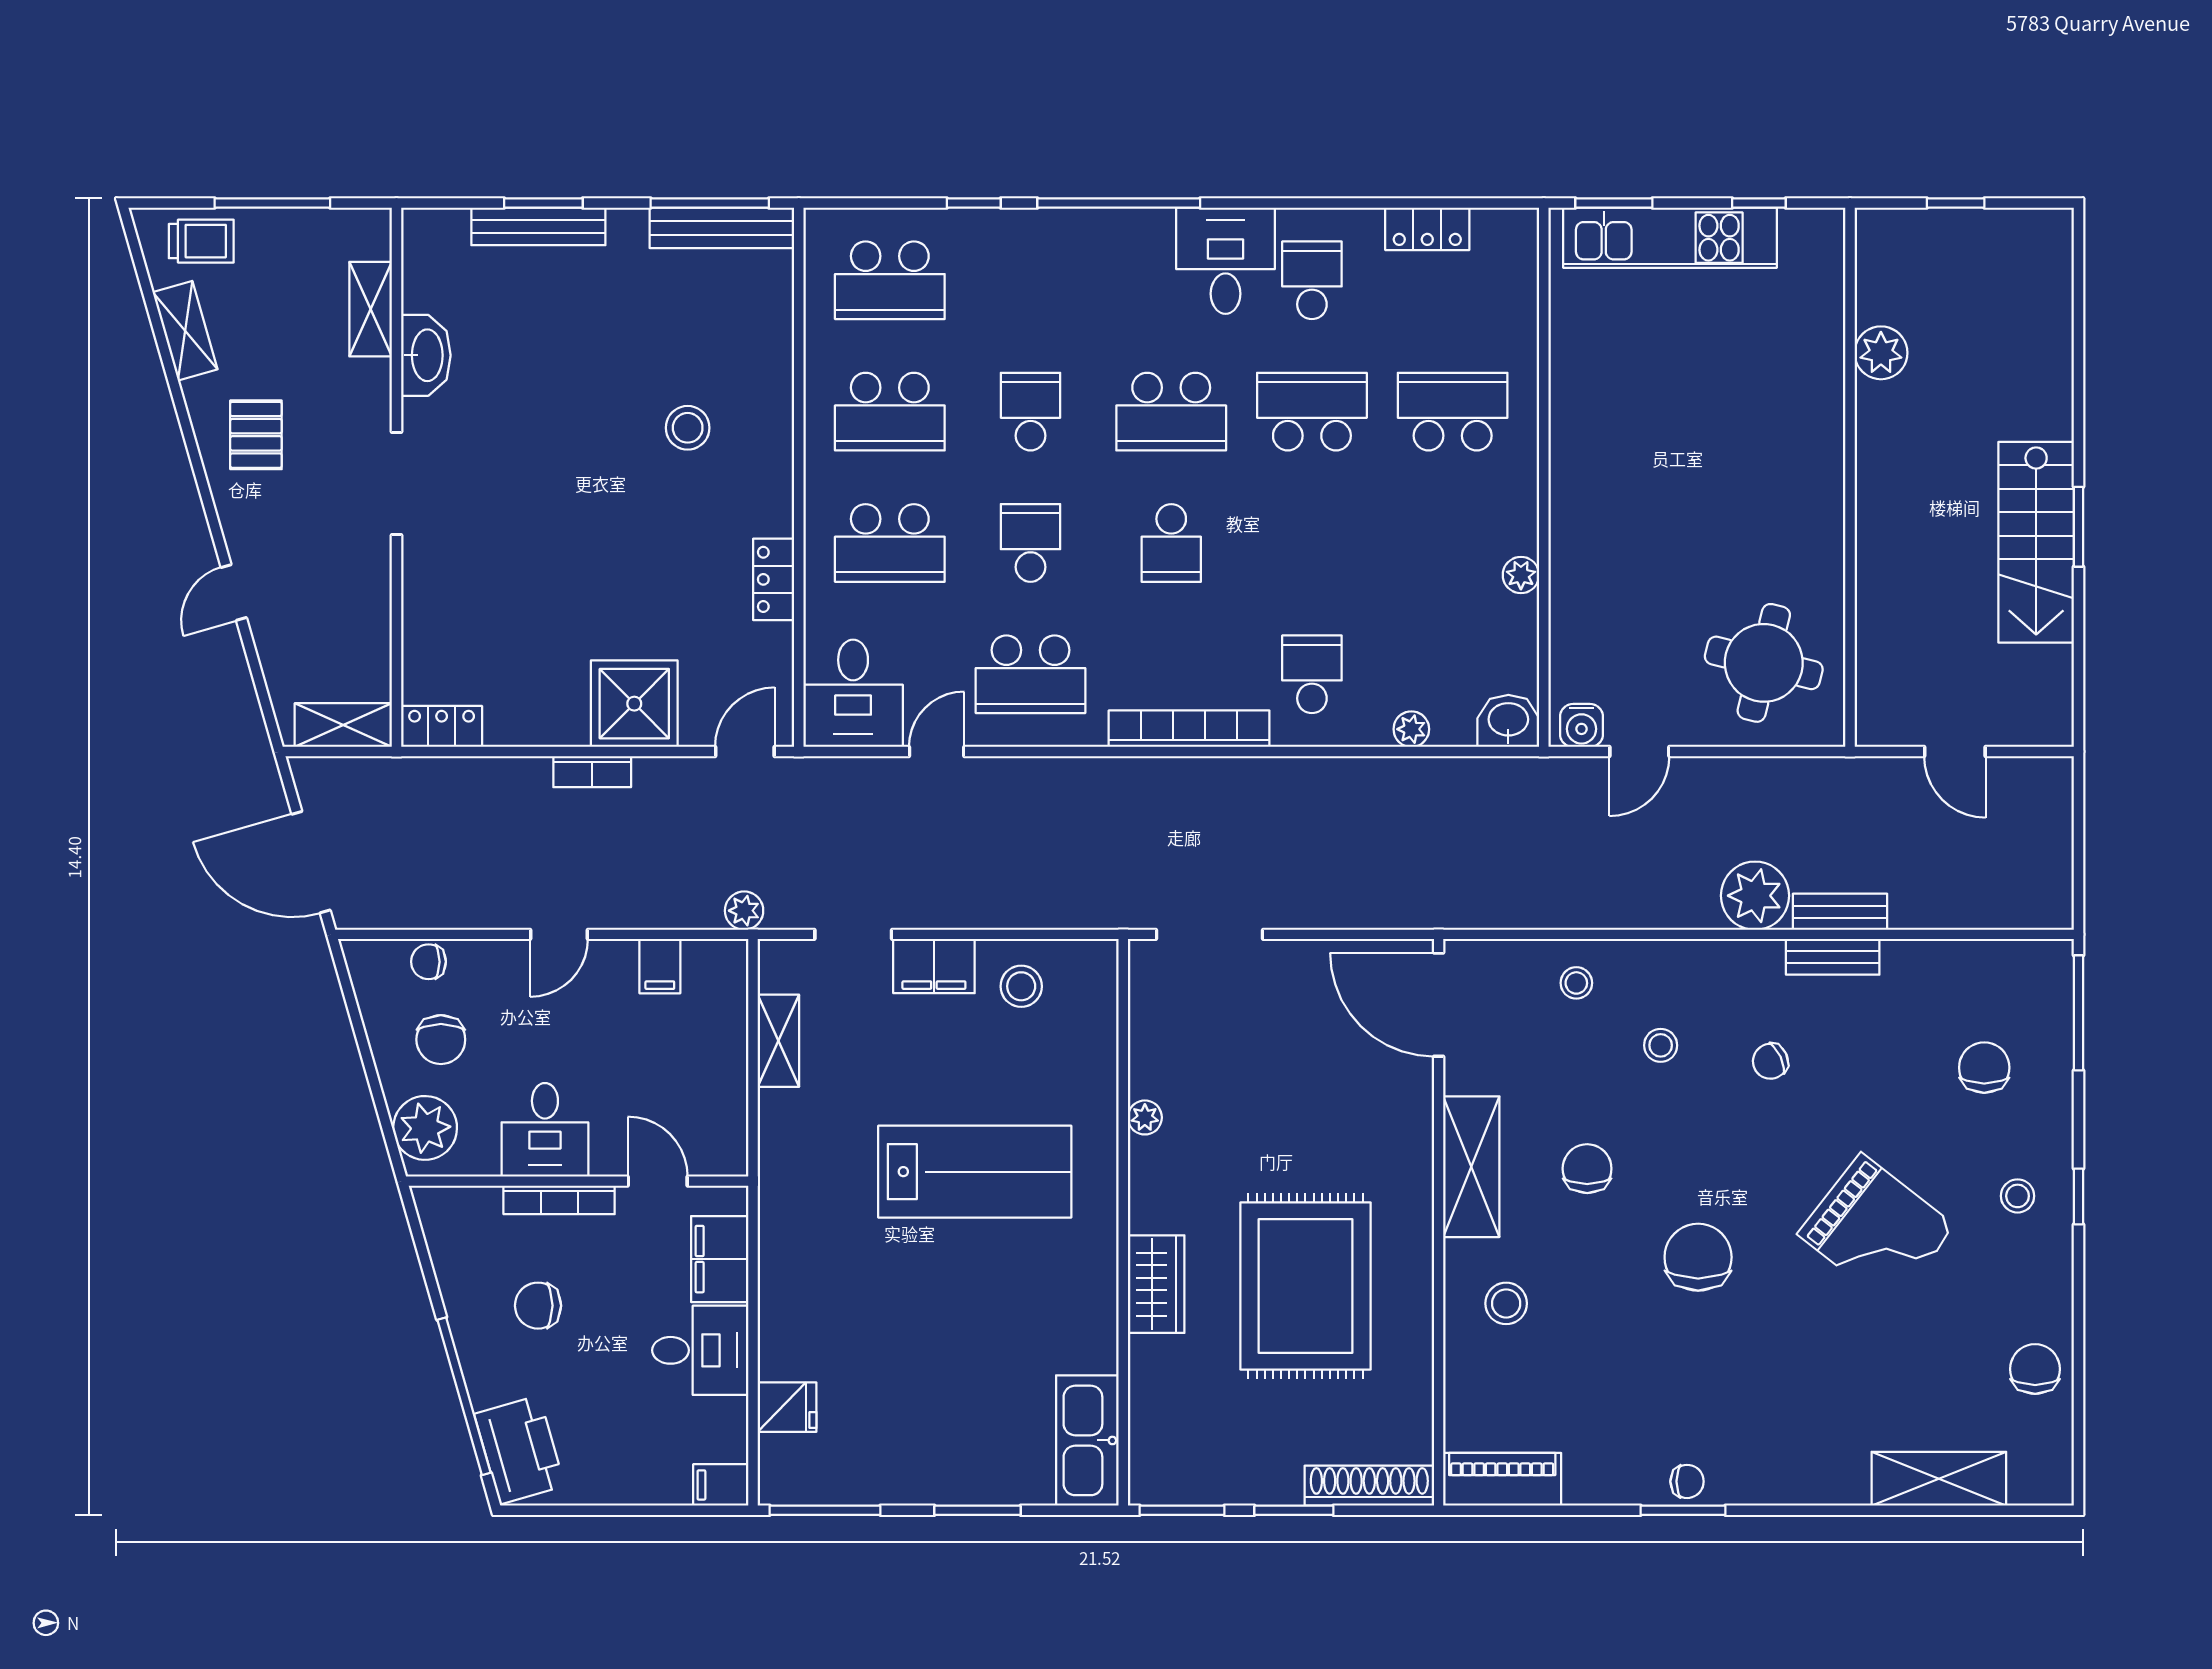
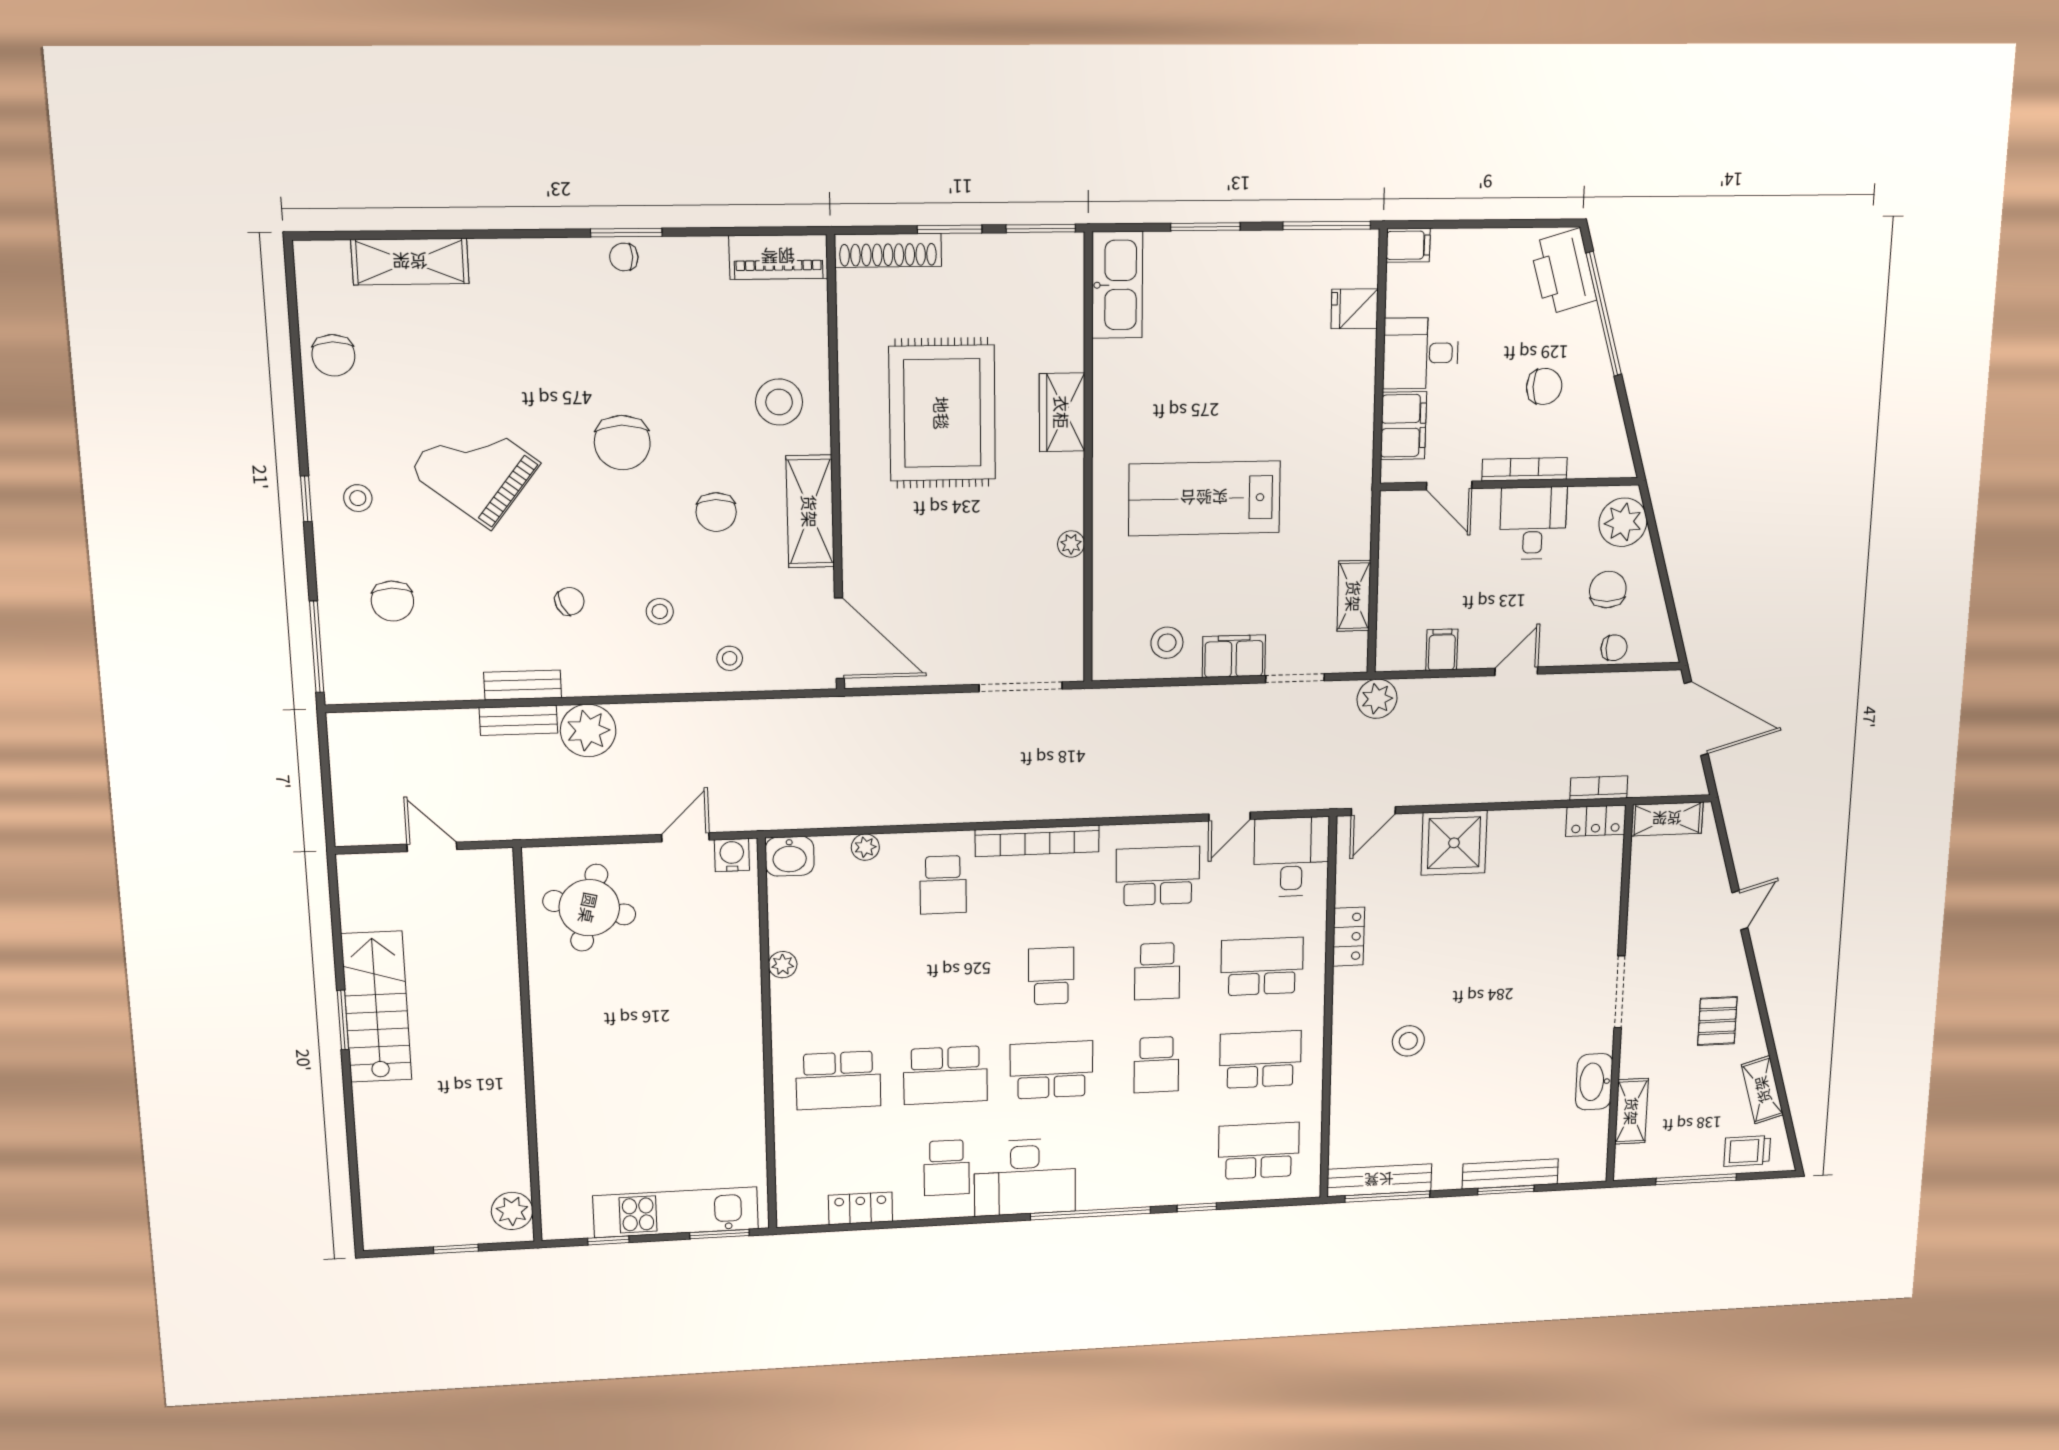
desk: (1226, 261) -> (1025, 1177), width x1.37
plant: (1881, 353) -> (512, 1211), moved
bookcase: (592, 772) -> (1599, 788), moved
plant: (744, 911) -> (1377, 699), width x1.38, depth x1.38
stool: (1506, 1303) -> (779, 402), width x1.38, depth x1.38

